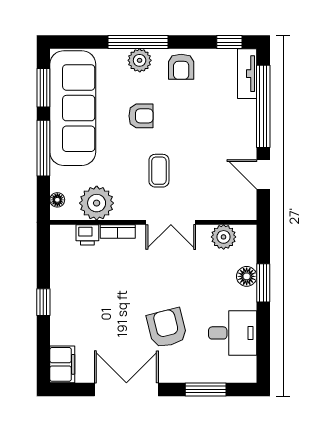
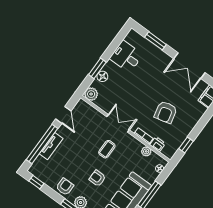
tv unit: (247, 74) -> (51, 146), moved
plant: (97, 203) -> (146, 151), width x0.53, depth x0.53
plant: (224, 237) -> (91, 94), moved
window: (43, 302) -> (186, 145), moved
armchair: (167, 328) -> (166, 112), moved

